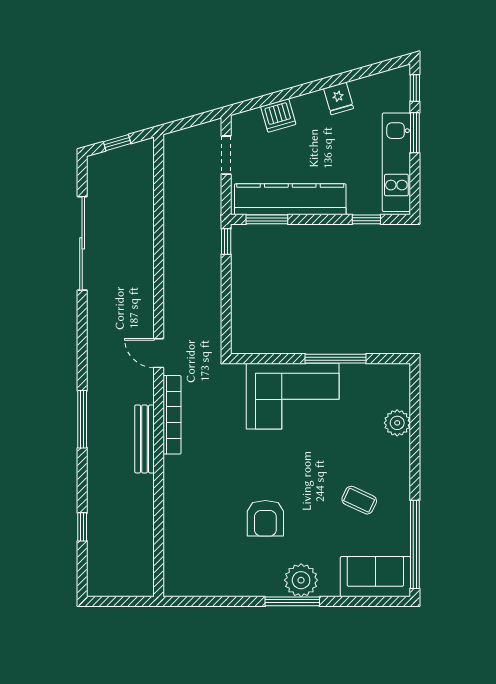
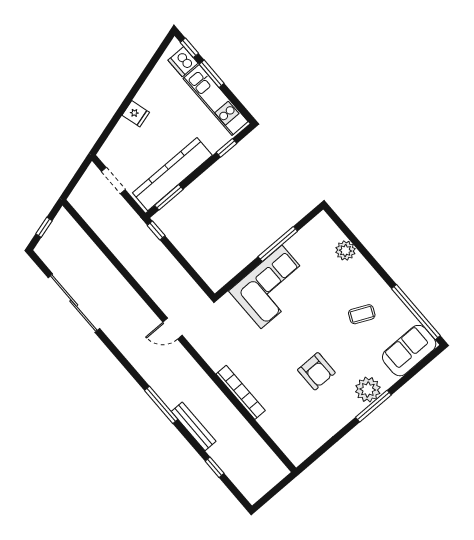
fridge: (339, 98) -> (136, 114), moved
dishwasher: (278, 115) -> (183, 62), moved, turned 106
bookcase: (172, 415) -> (241, 392), moved
bench: (145, 439) -> (194, 426), moved

